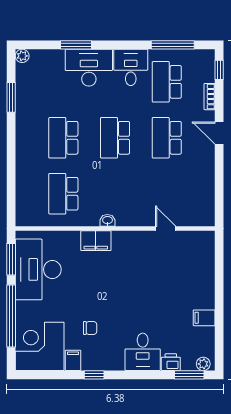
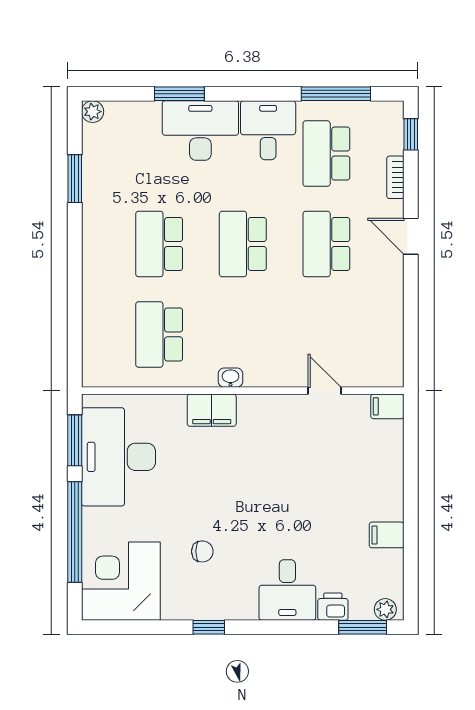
filing cabinet: (73, 360) -> (387, 406), moved, turned -90

